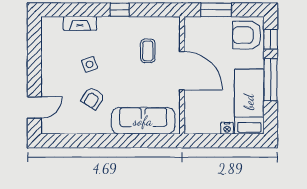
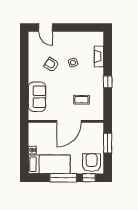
sofa: (143, 121) -> (37, 97), width x0.73

